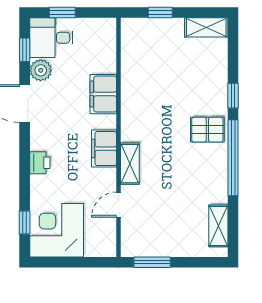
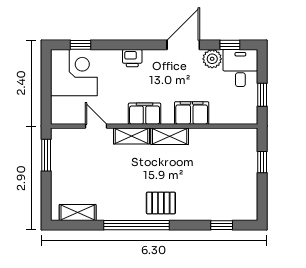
window: (62, 13) -> (262, 95), moved
shelving: (206, 27) -> (170, 136), moved, turned 90
window: (233, 96) -> (222, 225), moved
pallet: (207, 130) -> (161, 203), turned 90

